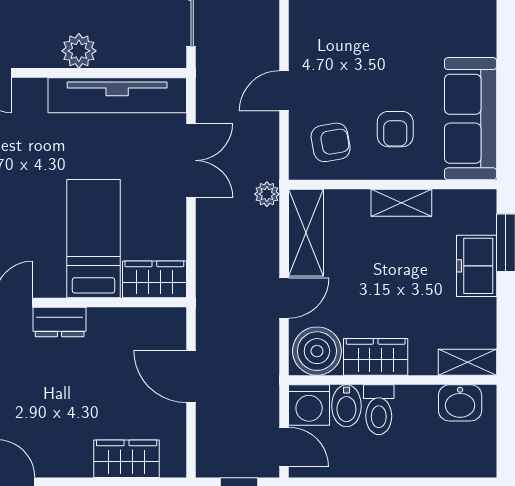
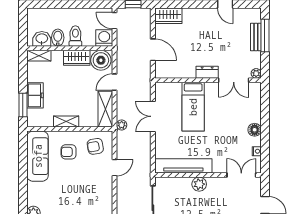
armchair: (395, 129) -> (69, 152), turned -90
double door: (191, 160) -> (153, 116), moved
wardrobe: (154, 279) -> (168, 90), removed
bidet: (346, 406) -> (58, 38), moved
wardrobe: (127, 459) -> (168, 16), moved

